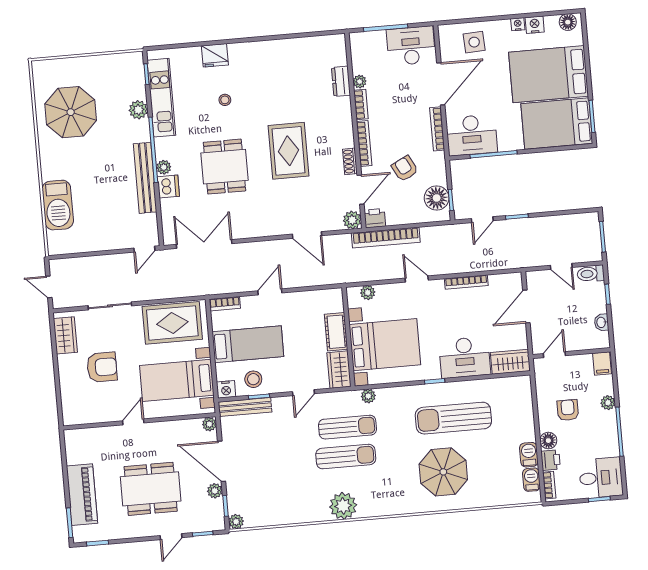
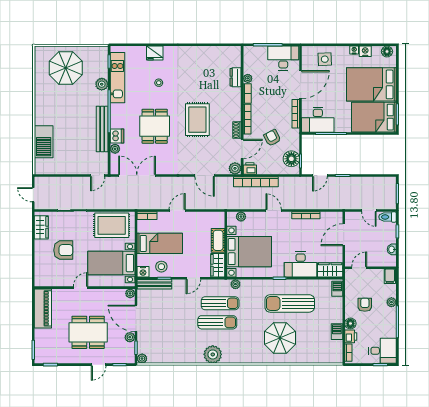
parasol: (71, 112) -> (66, 68), moved
plant: (164, 167) -> (115, 149), moved
barbecue: (531, 480) -> (337, 289), moved
piano: (82, 495) -> (43, 308), moved

